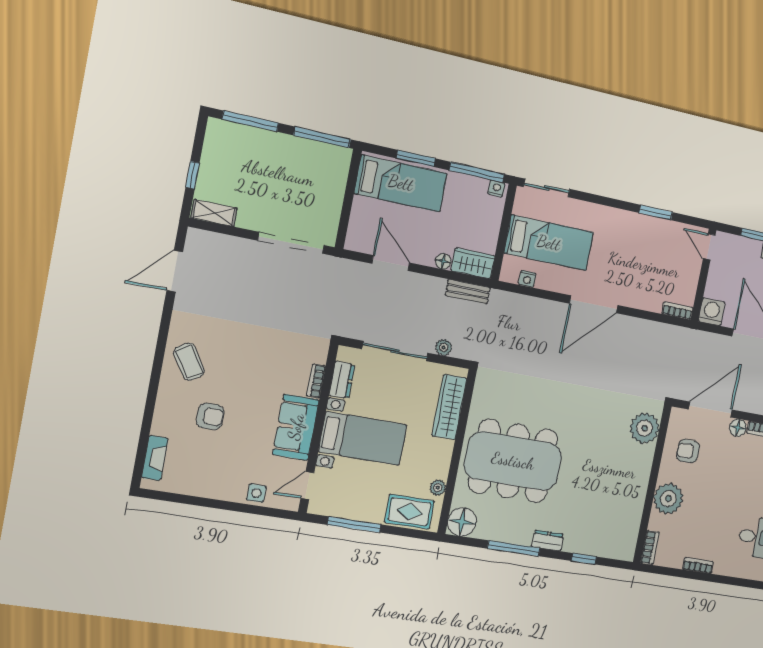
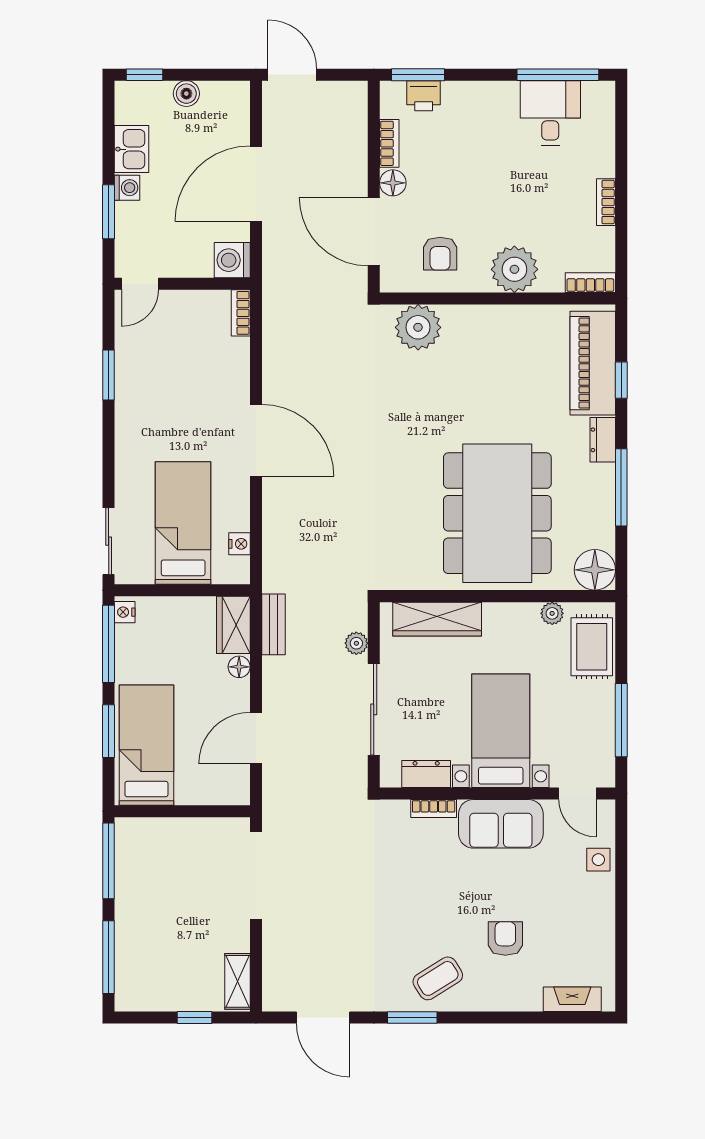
window: (163, 337) -> (412, 1017), added
piano: (599, 541) -> (593, 363), added

